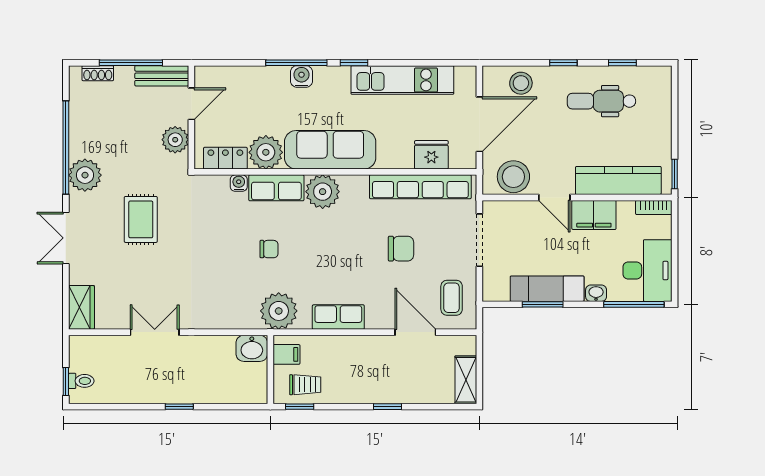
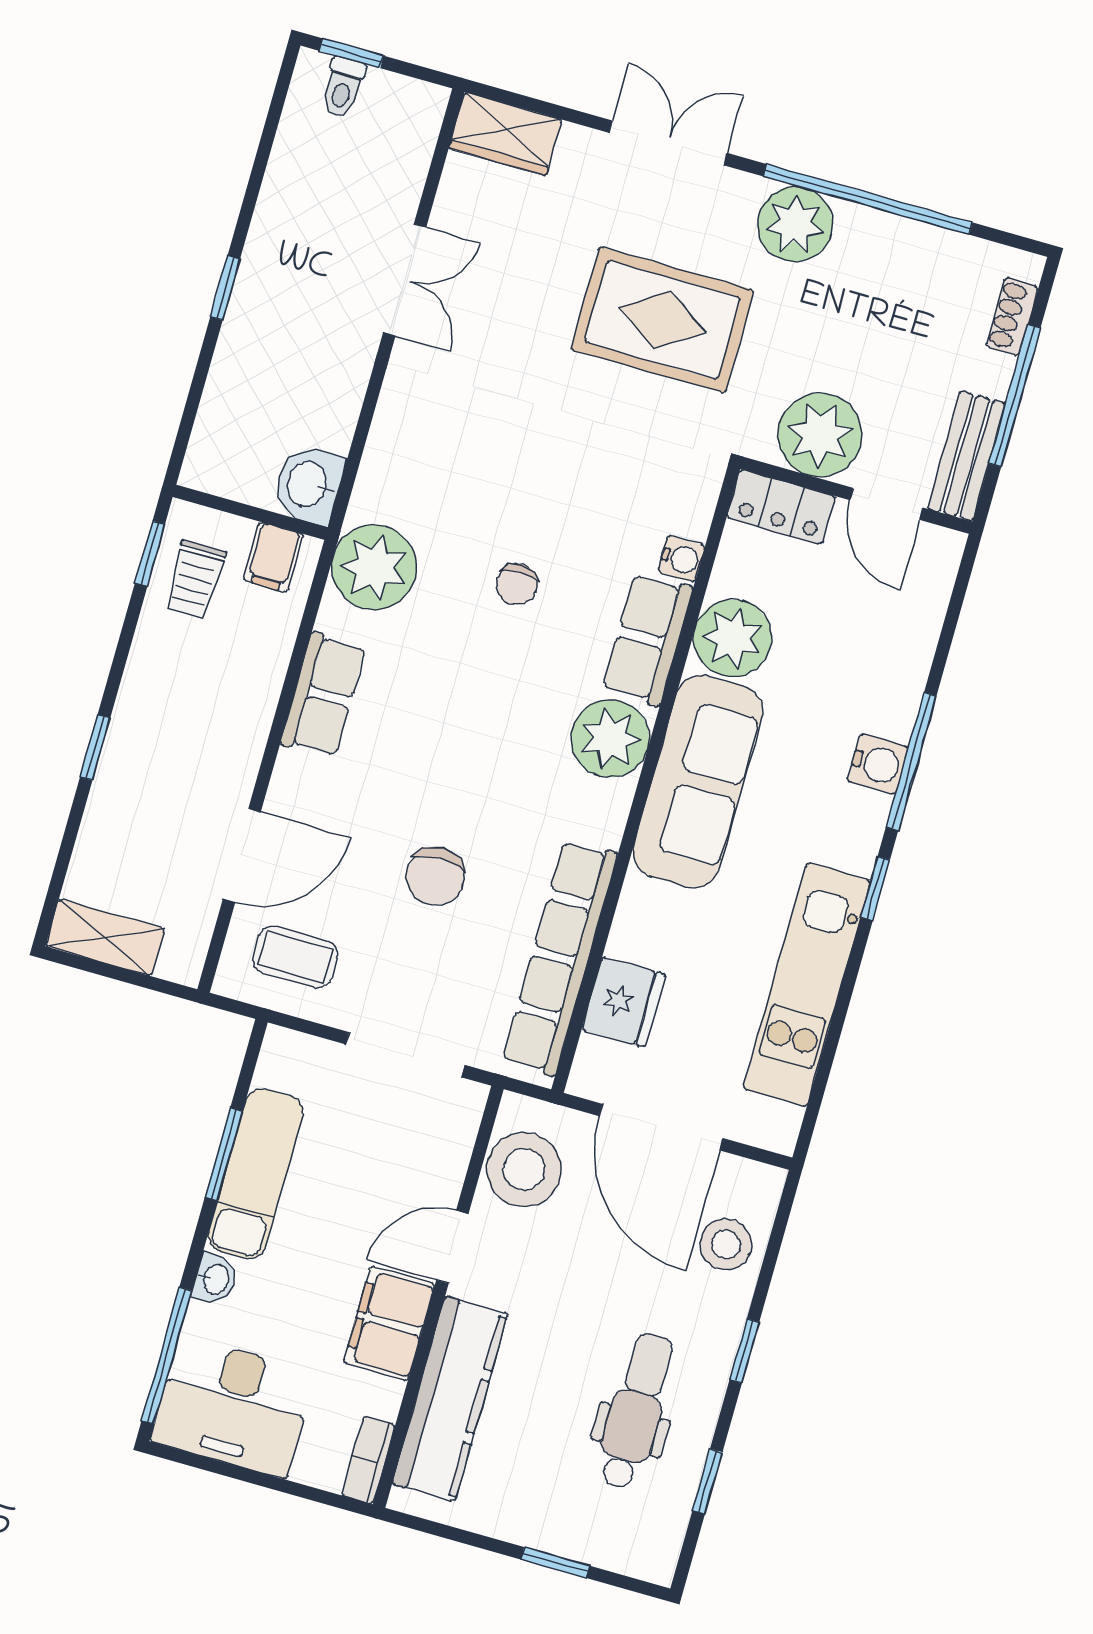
plant: (175, 140) -> (820, 435), width x1.36, depth x1.36
locker: (225, 158) -> (781, 507), moved, turned 90
window: (675, 174) -> (555, 1563), moved
rug: (141, 219) -> (662, 320), width x1.36, depth x1.43

